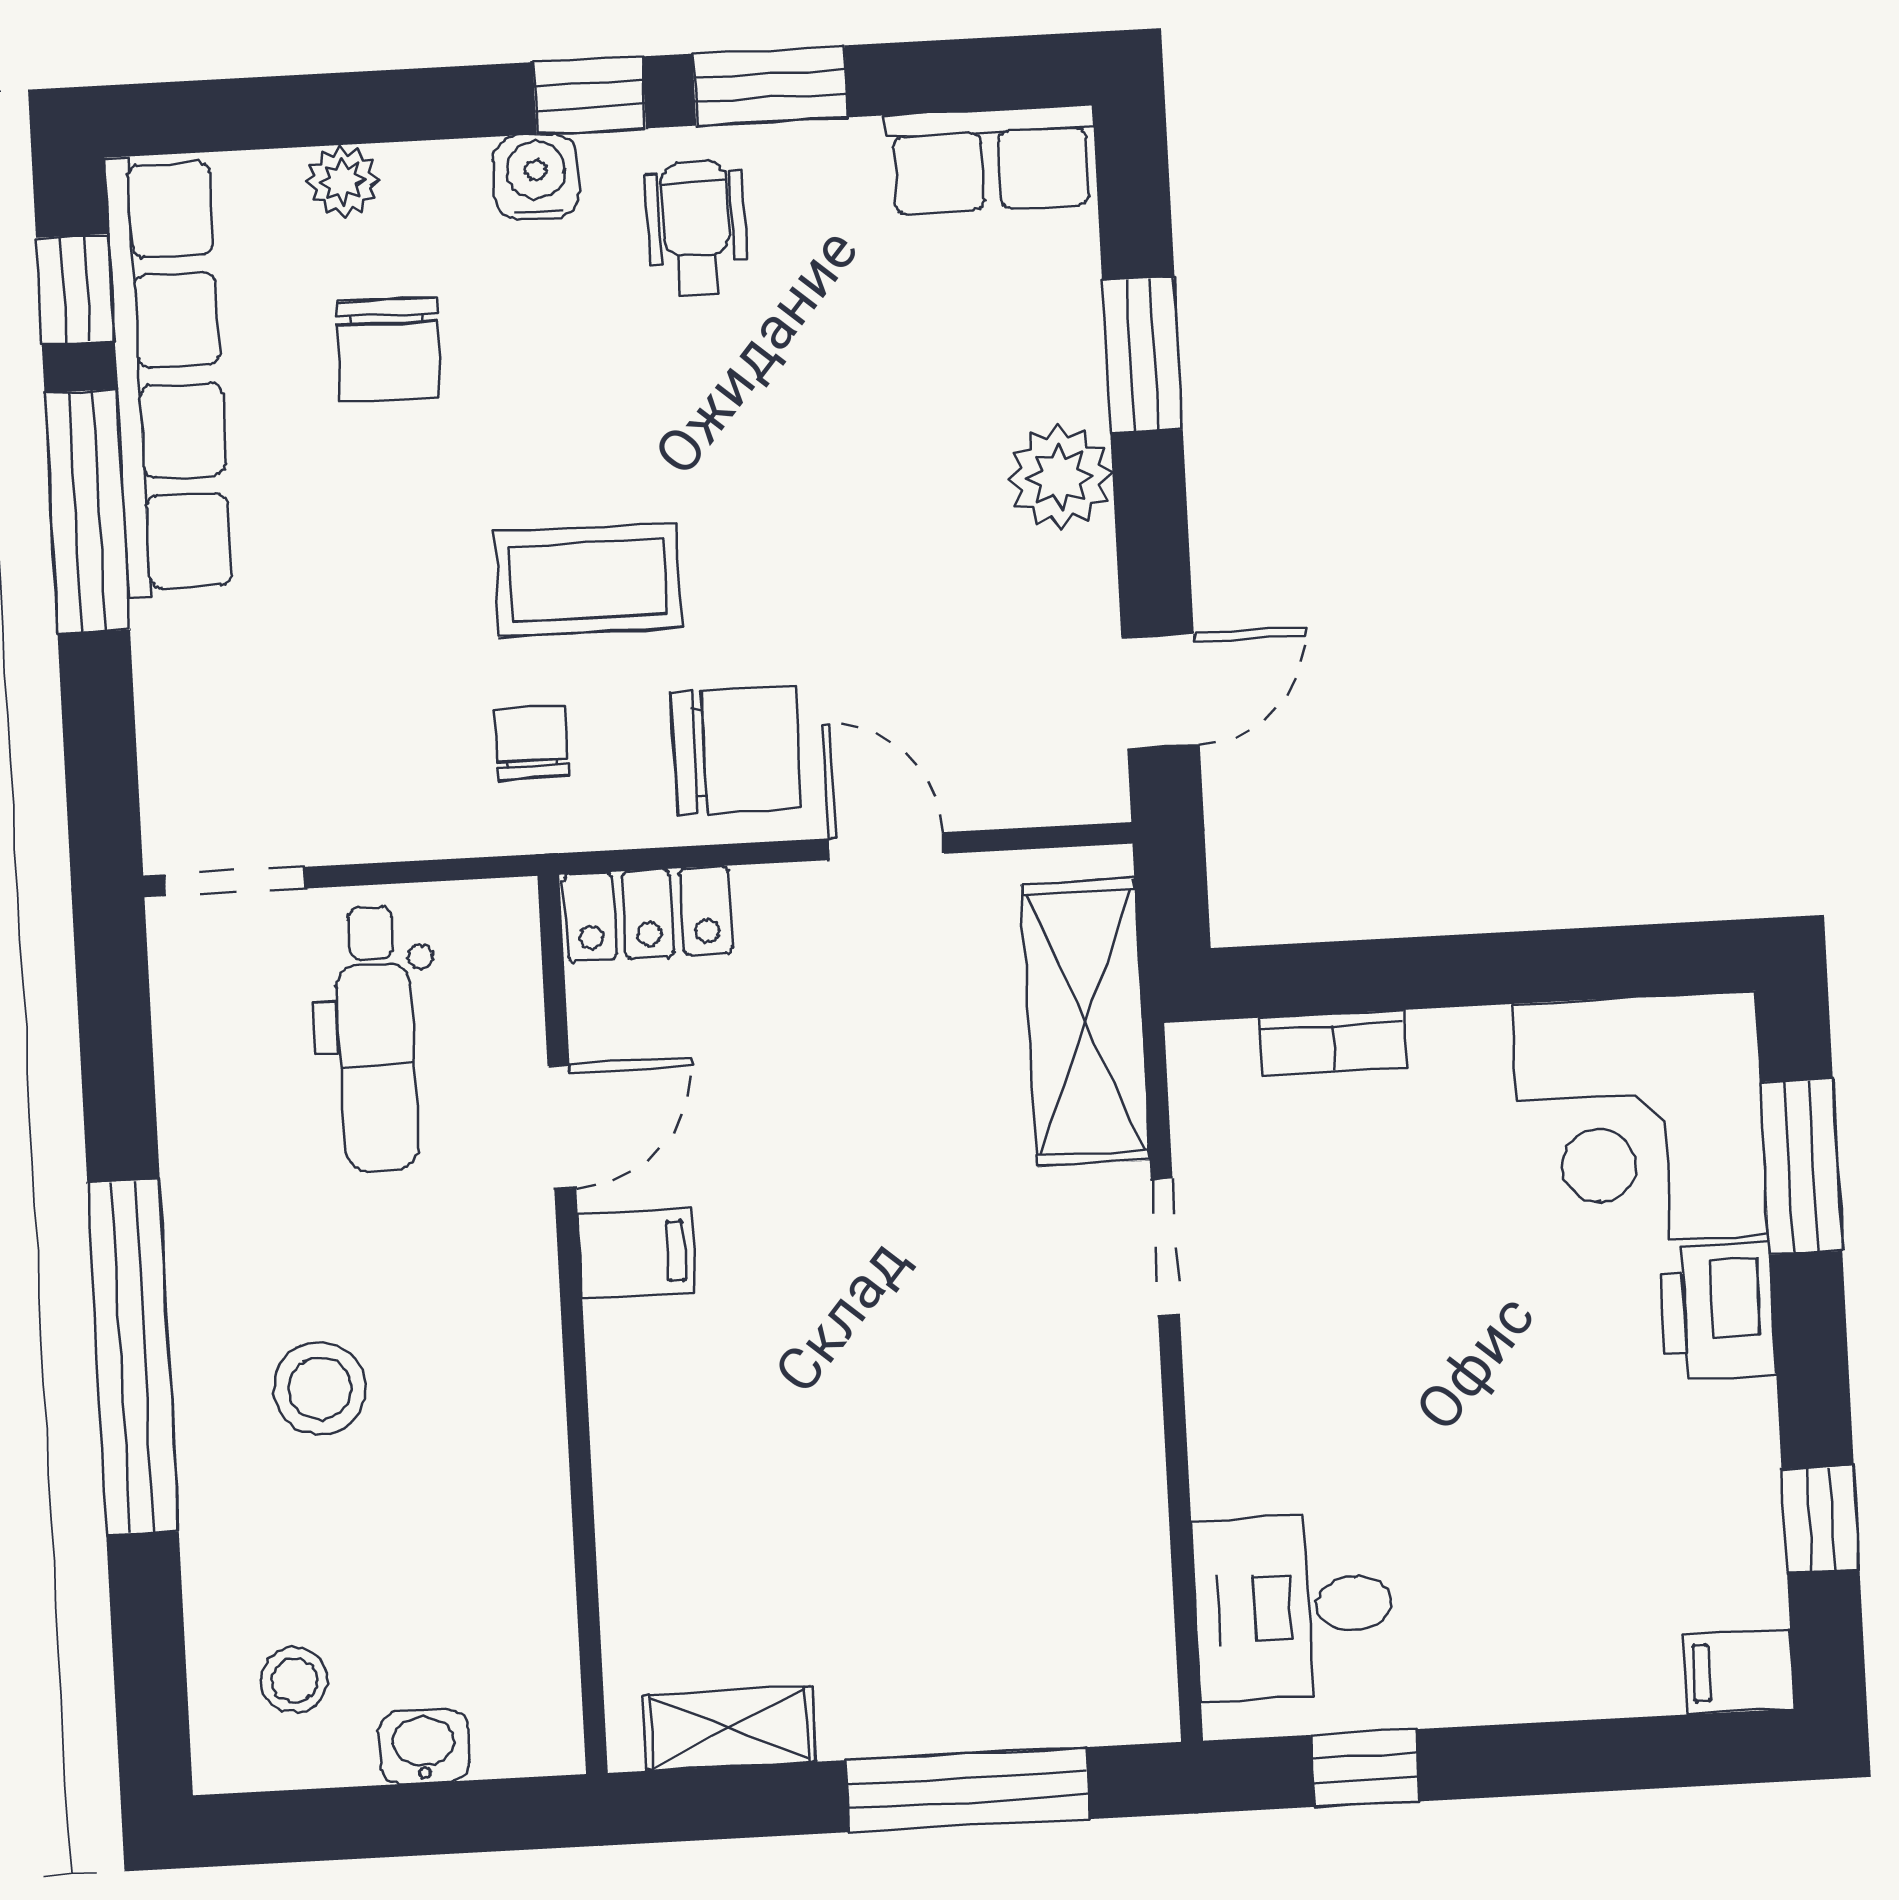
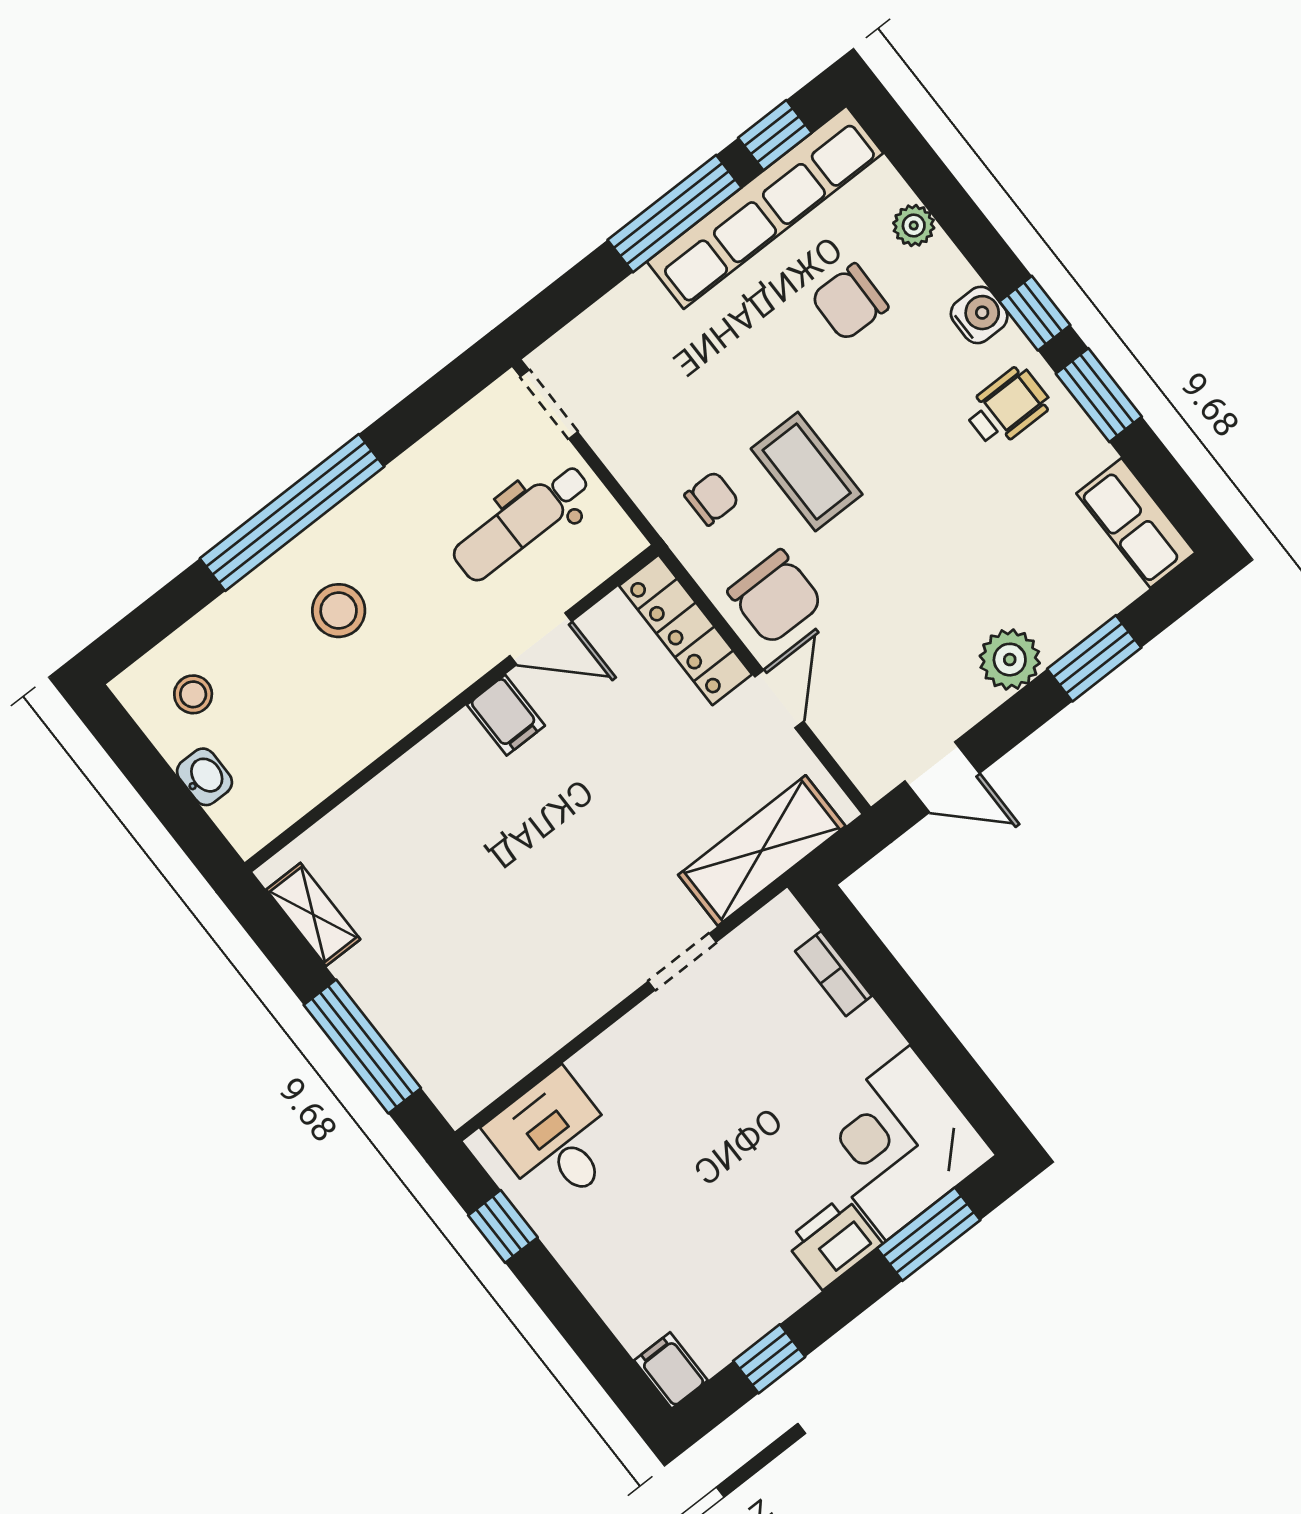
locker: (648, 914) -> (685, 630), width x1.53

